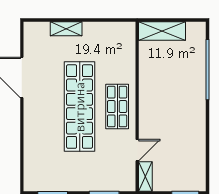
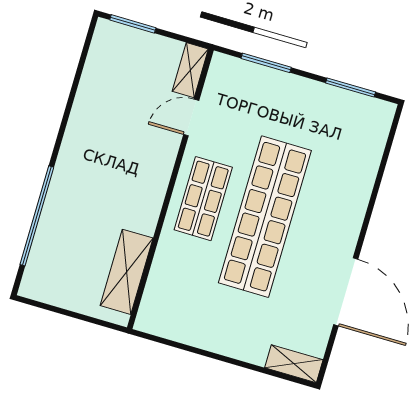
shelving: (66, 29) -> (294, 364), moved
shelving: (162, 31) -> (127, 272), moved, turned 90

